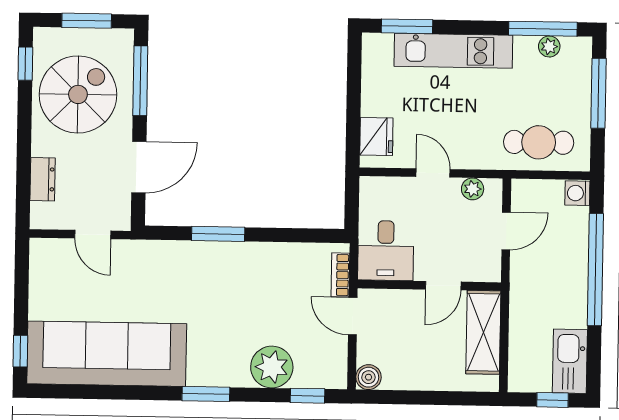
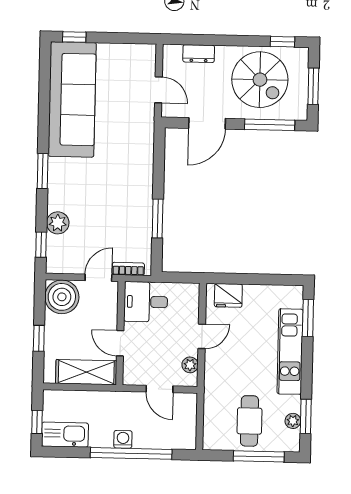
window: (543, 29) -> (306, 416), width x0.69
cafe table: (539, 142) -> (249, 421), moved
door: (139, 167) -> (207, 123), hinge flipped
washing machine: (577, 193) -> (123, 439), moved
window: (218, 234) -> (158, 219), moved
door: (93, 235) -> (158, 90), swing flipped
plant: (272, 367) -> (58, 223), width x0.73, depth x0.73
boiler: (368, 377) -> (62, 297), width x1.86, depth x1.86
window: (437, 398) -> (39, 338), added

